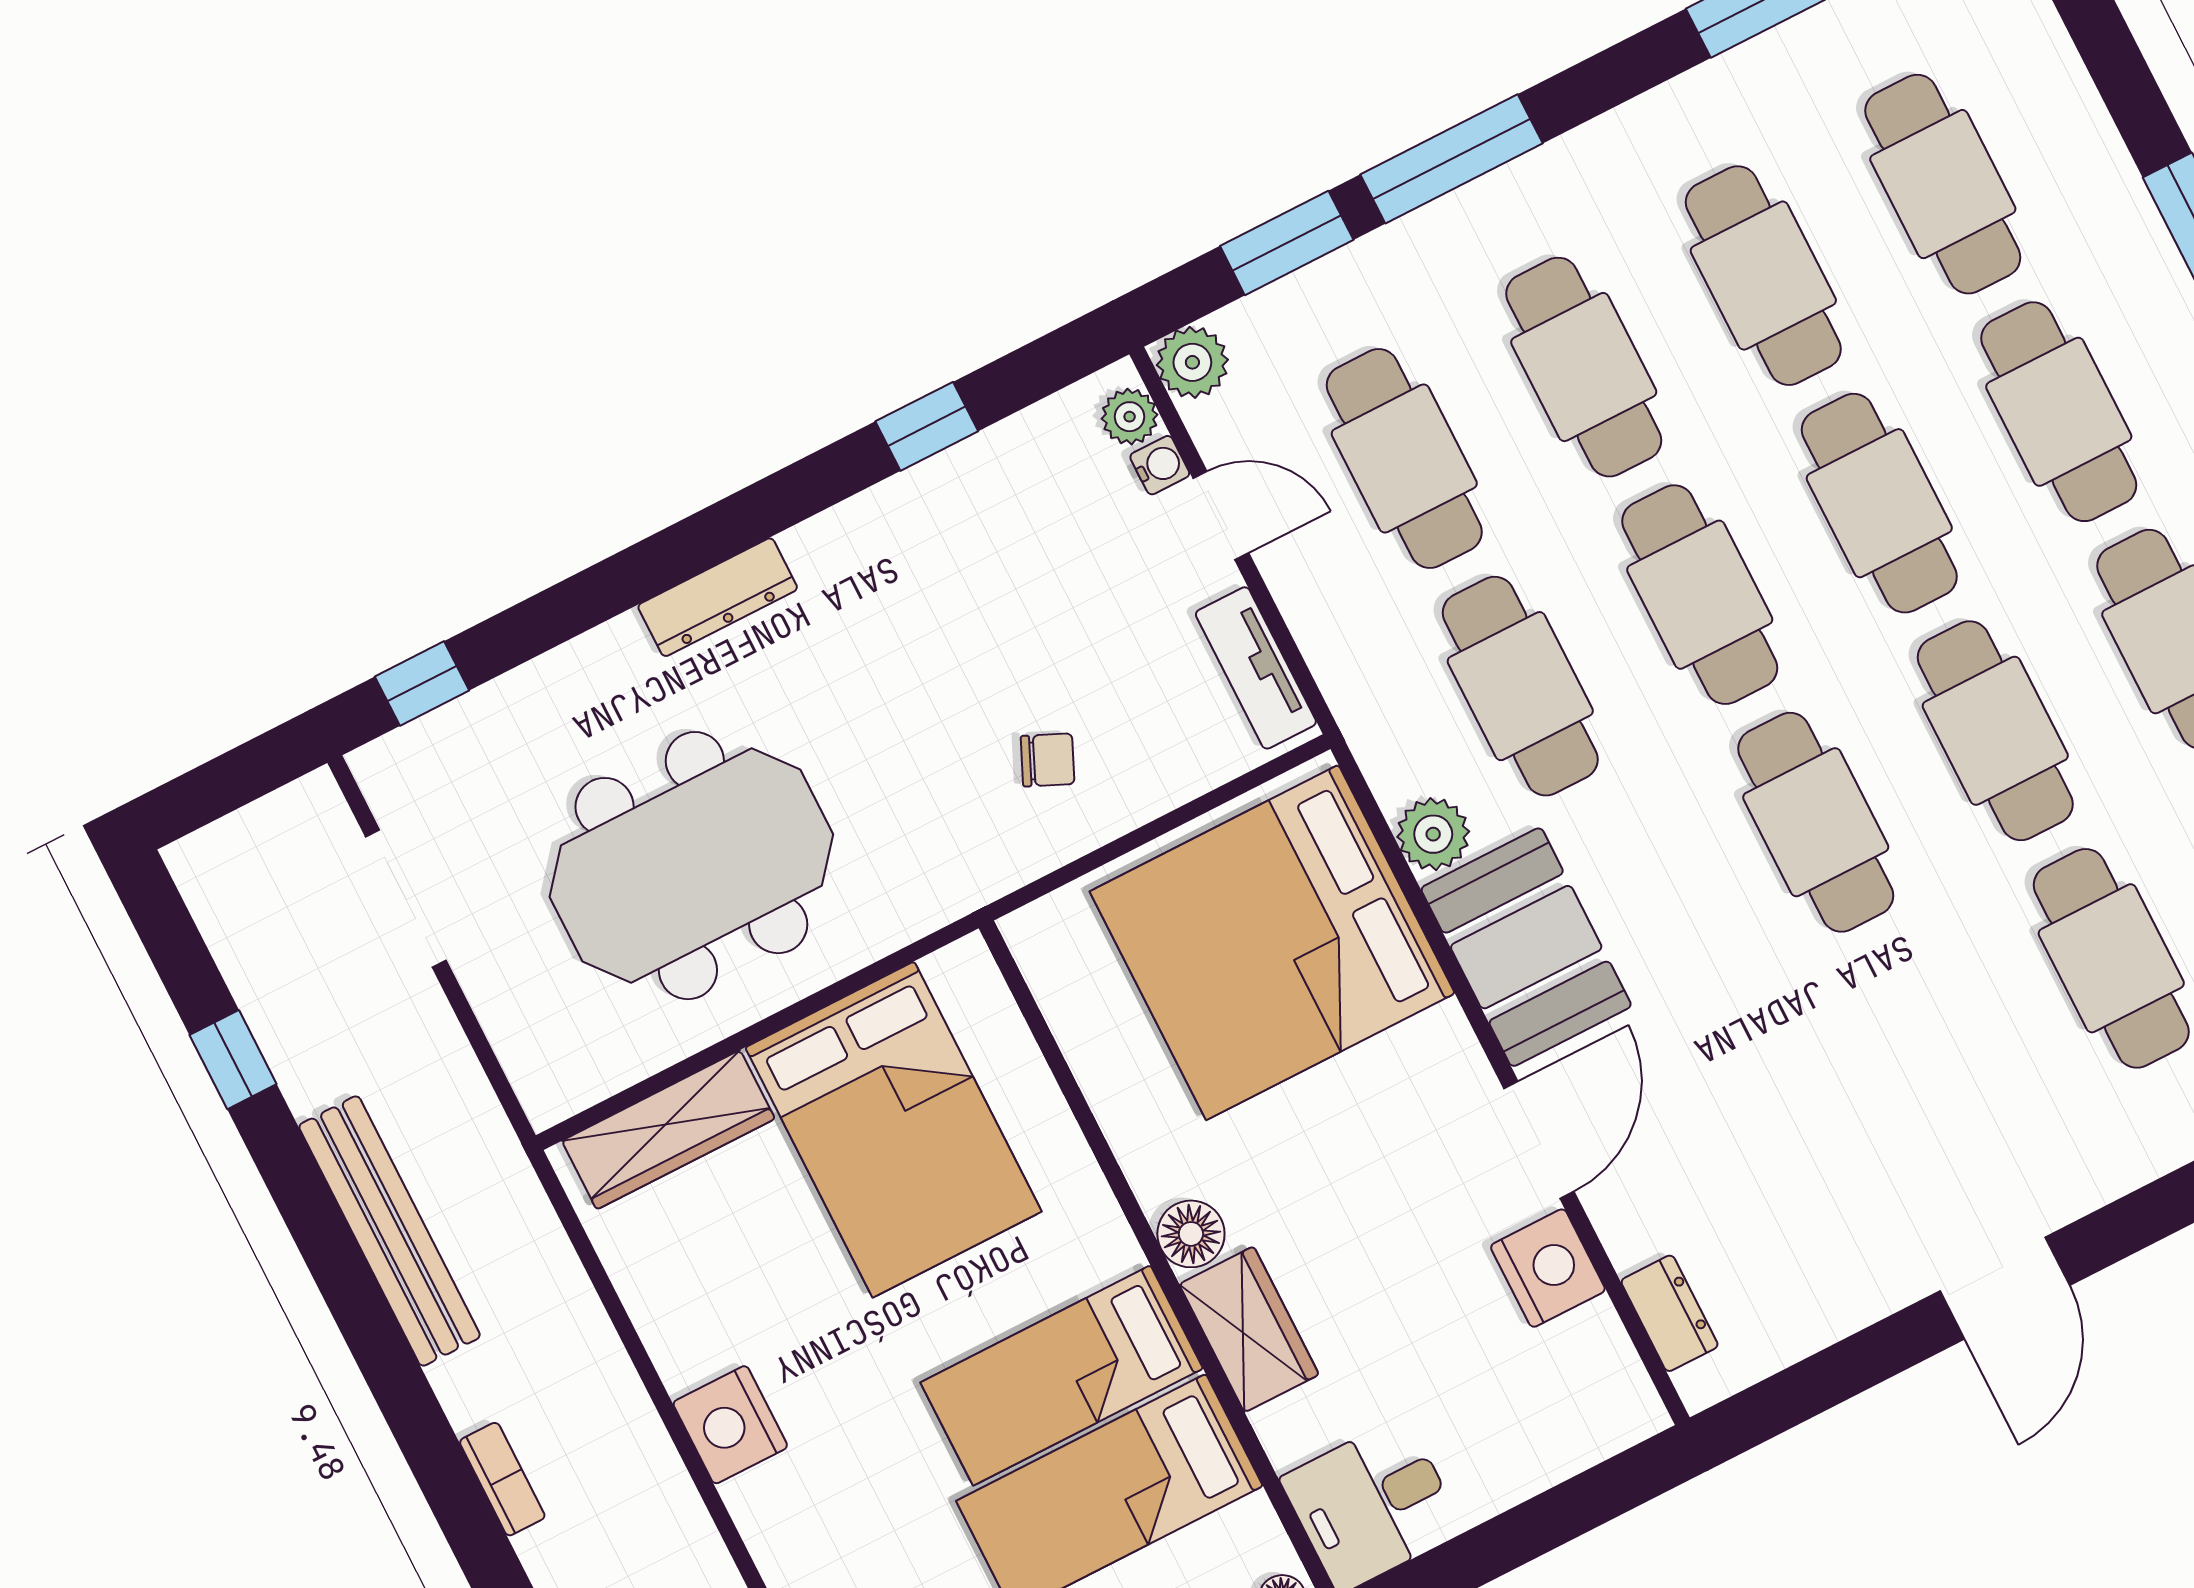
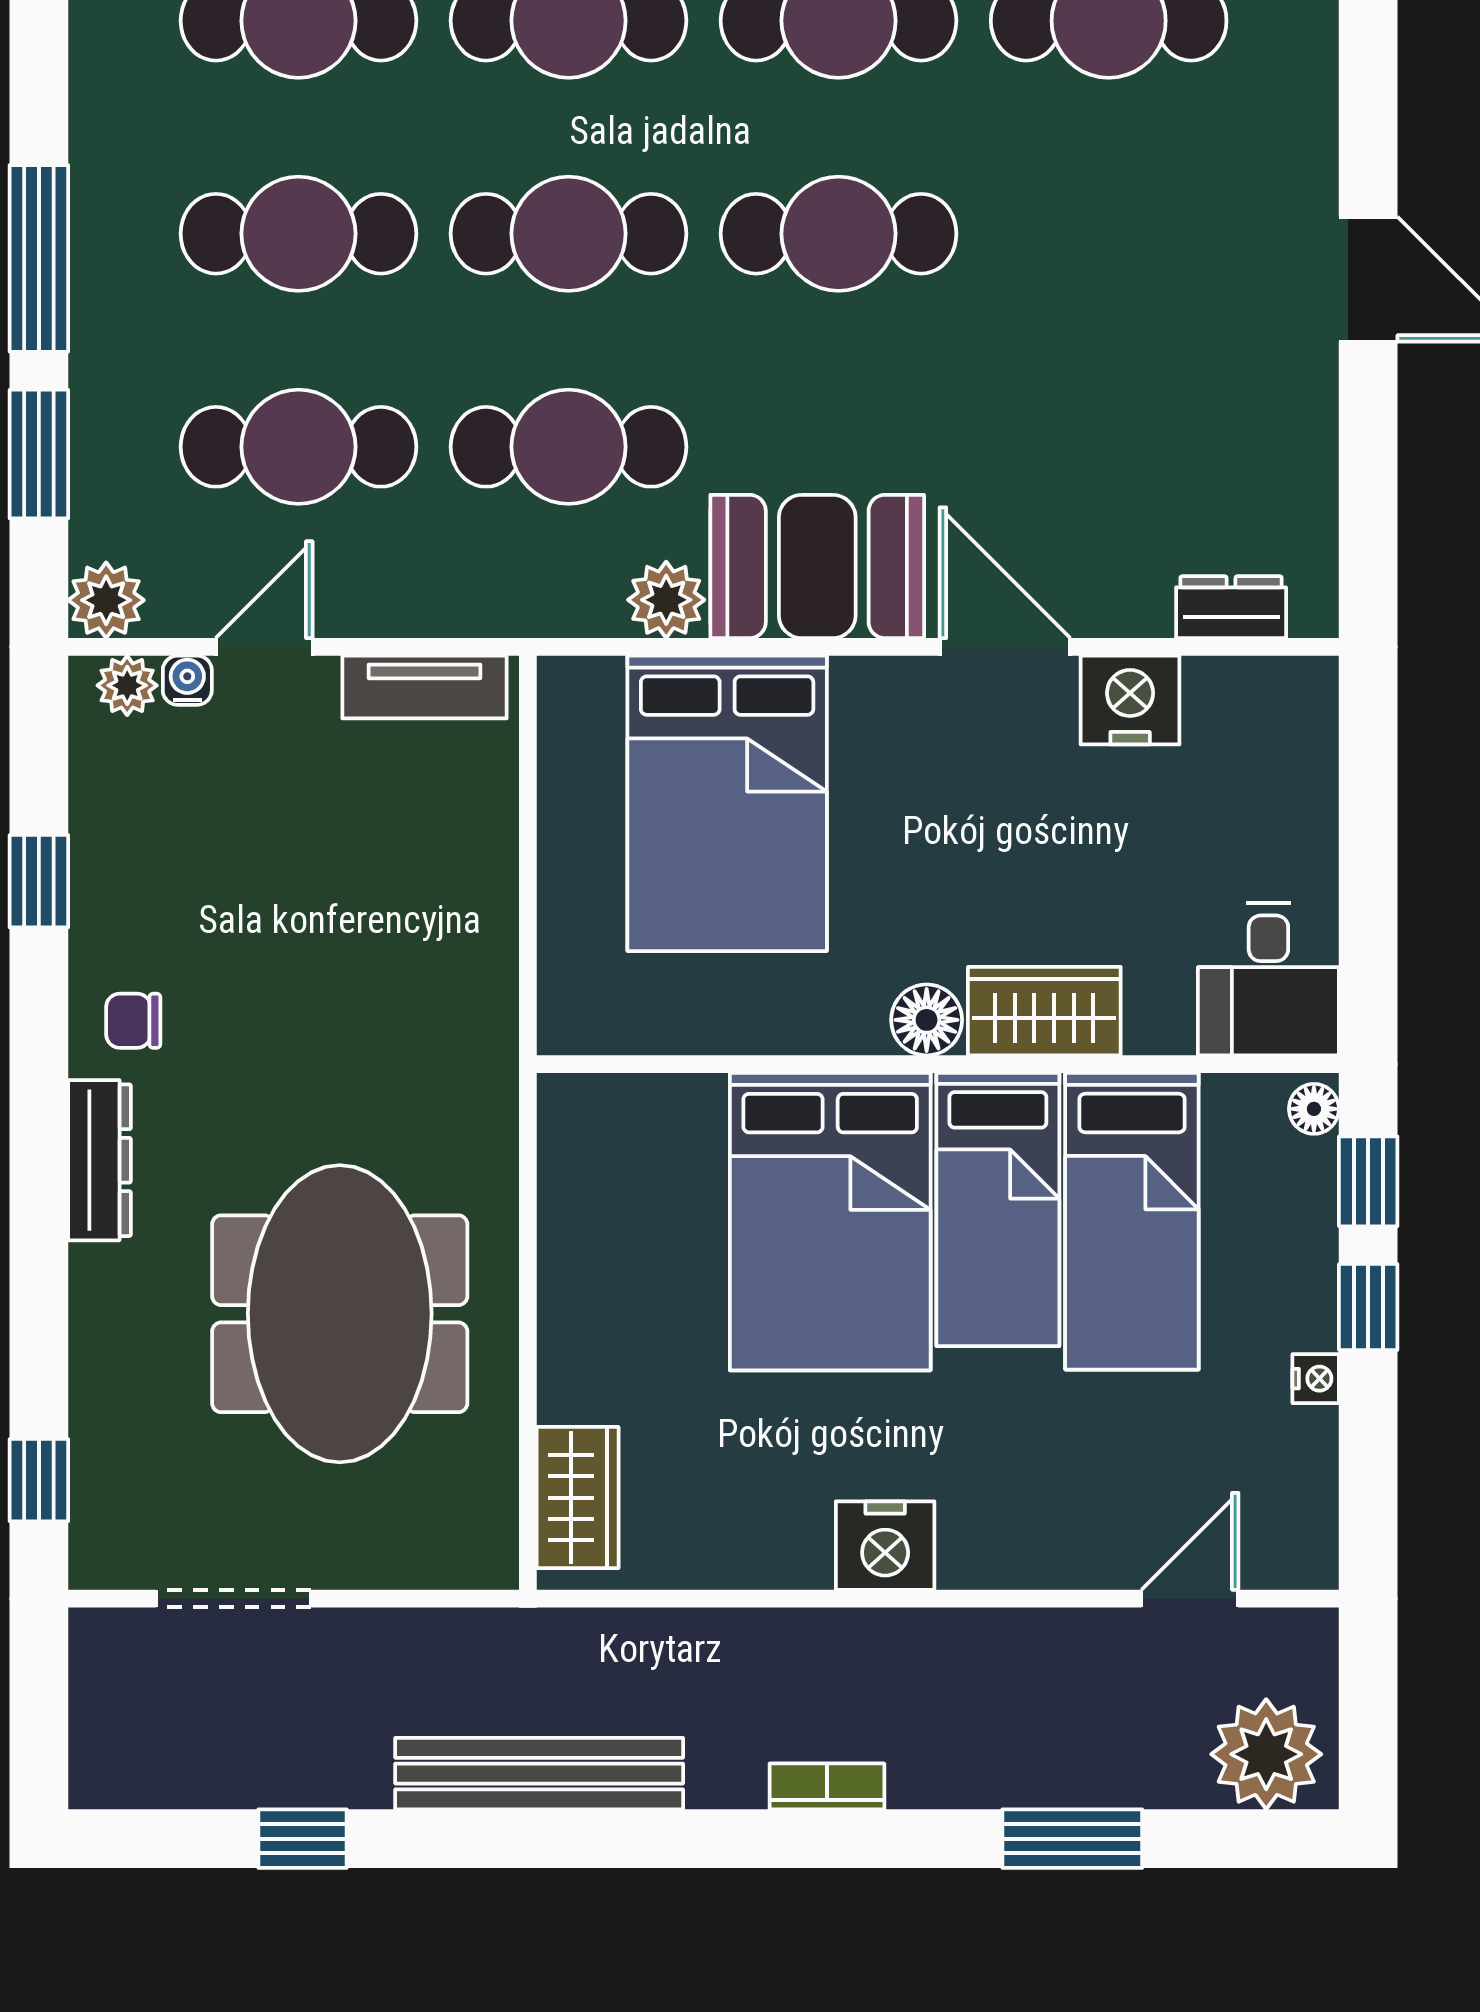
chair: (1048, 760) -> (133, 1021), moved, turned -114
bed: (1272, 942) -> (727, 803), width x0.73
wardrobe: (668, 1130) -> (578, 1498), width x0.67
bed: (893, 1130) -> (830, 1222), moved, turned 90

